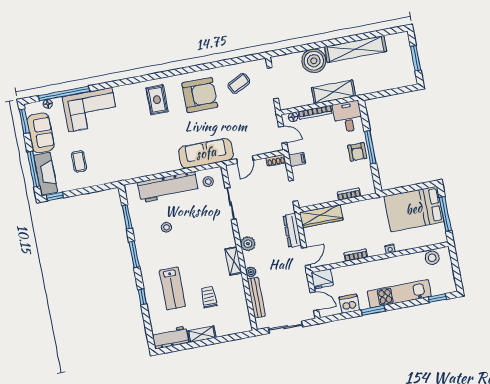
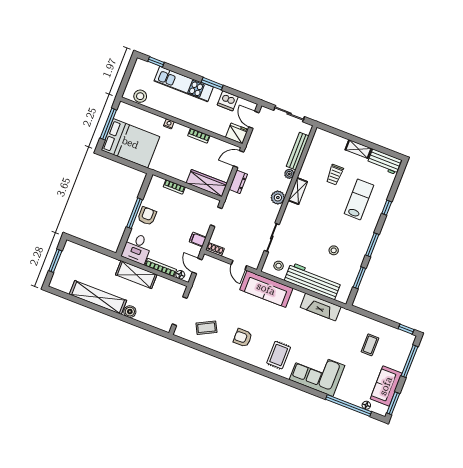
boiler: (314, 61) -> (130, 312), width x0.54, depth x0.54
armchair: (200, 95) -> (243, 338), width x0.53, depth x0.53
corner sofa: (90, 110) -> (317, 373), moved
door: (245, 160) -> (239, 265), swing flipped
fireplace: (46, 174) -> (321, 307), moved, turned -90
dresser: (292, 231) -> (238, 182), width x0.70

